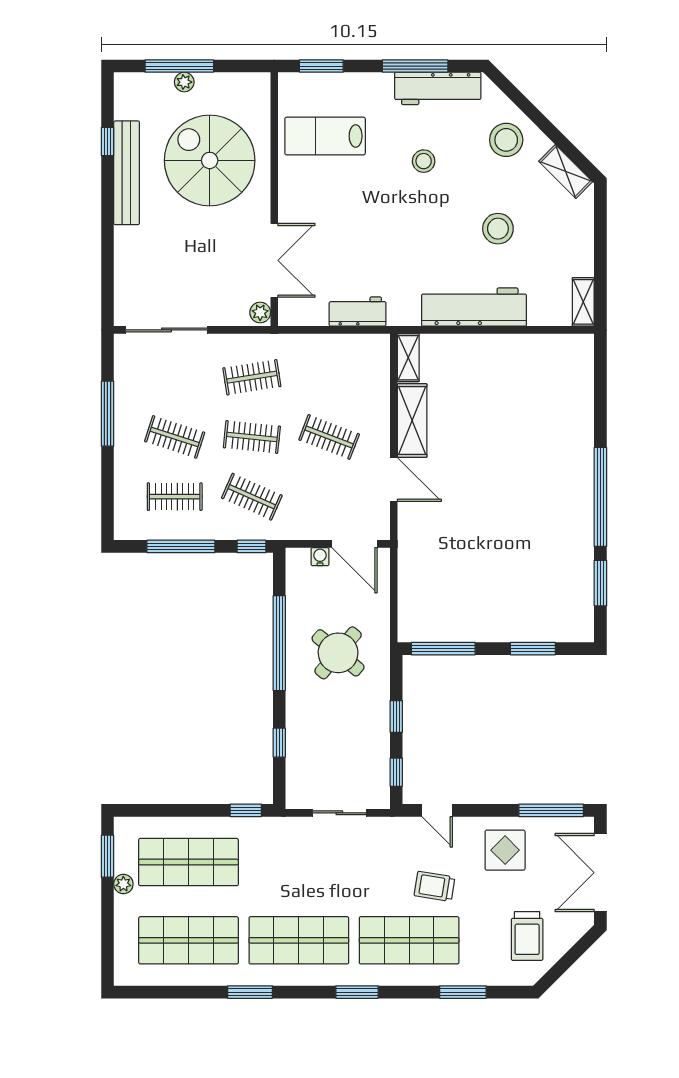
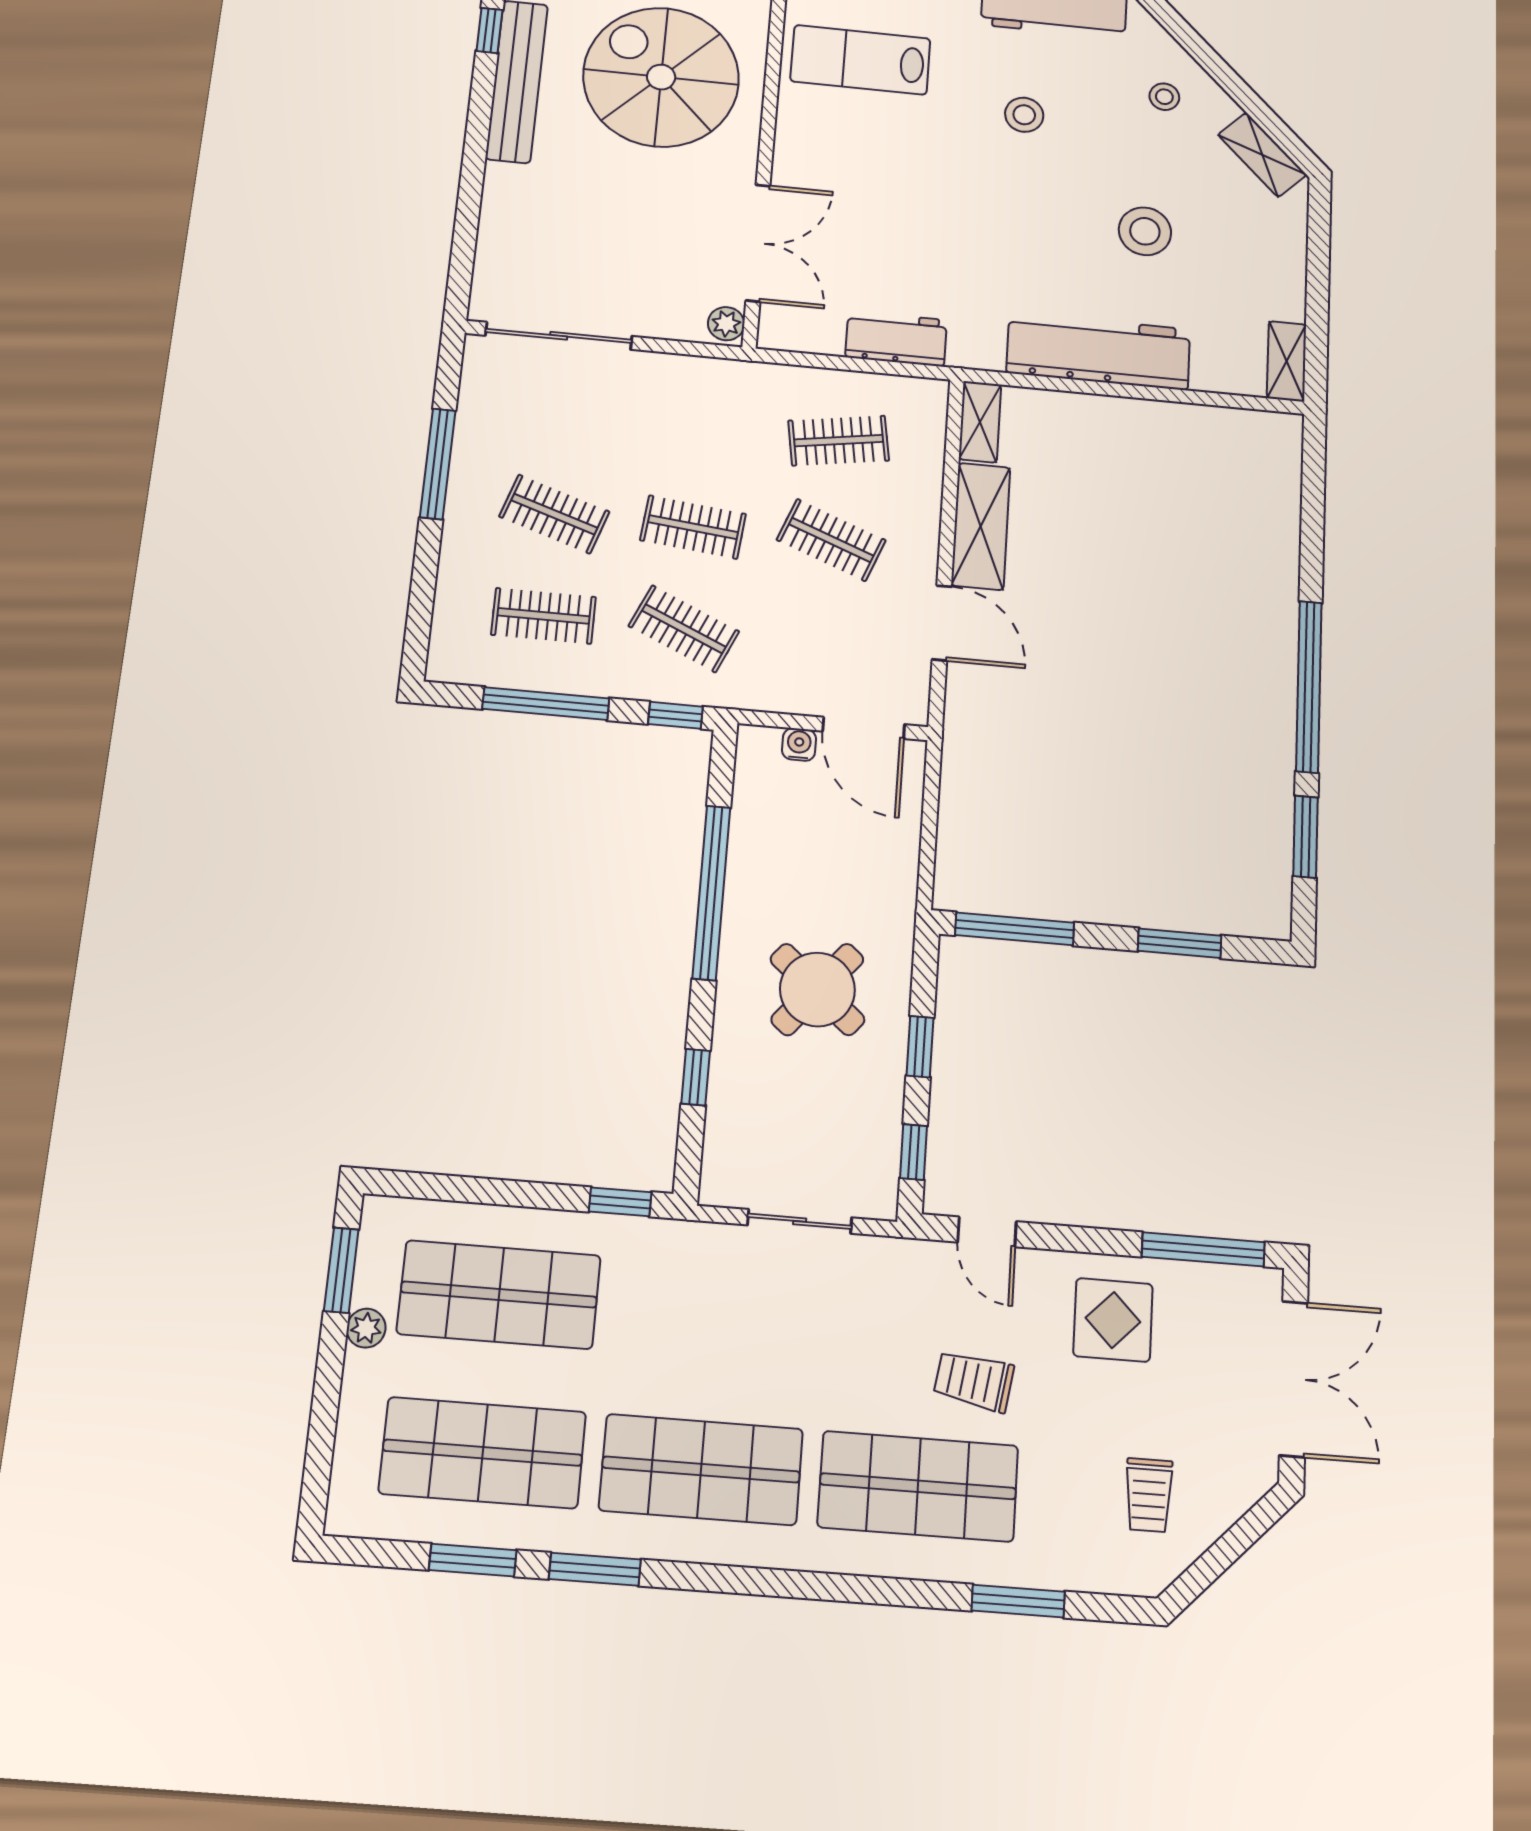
stool: (506, 140) -> (1164, 97), width x0.53, depth x0.53
clothes rail: (252, 377) -> (839, 441), moved
round table: (338, 653) -> (817, 989), moved
double door: (600, 873) -> (1294, 1379), swing flipped
trolley: (527, 936) -> (1149, 1495), width x0.73, depth x0.72
window: (357, 992) -> (473, 1560), moved

